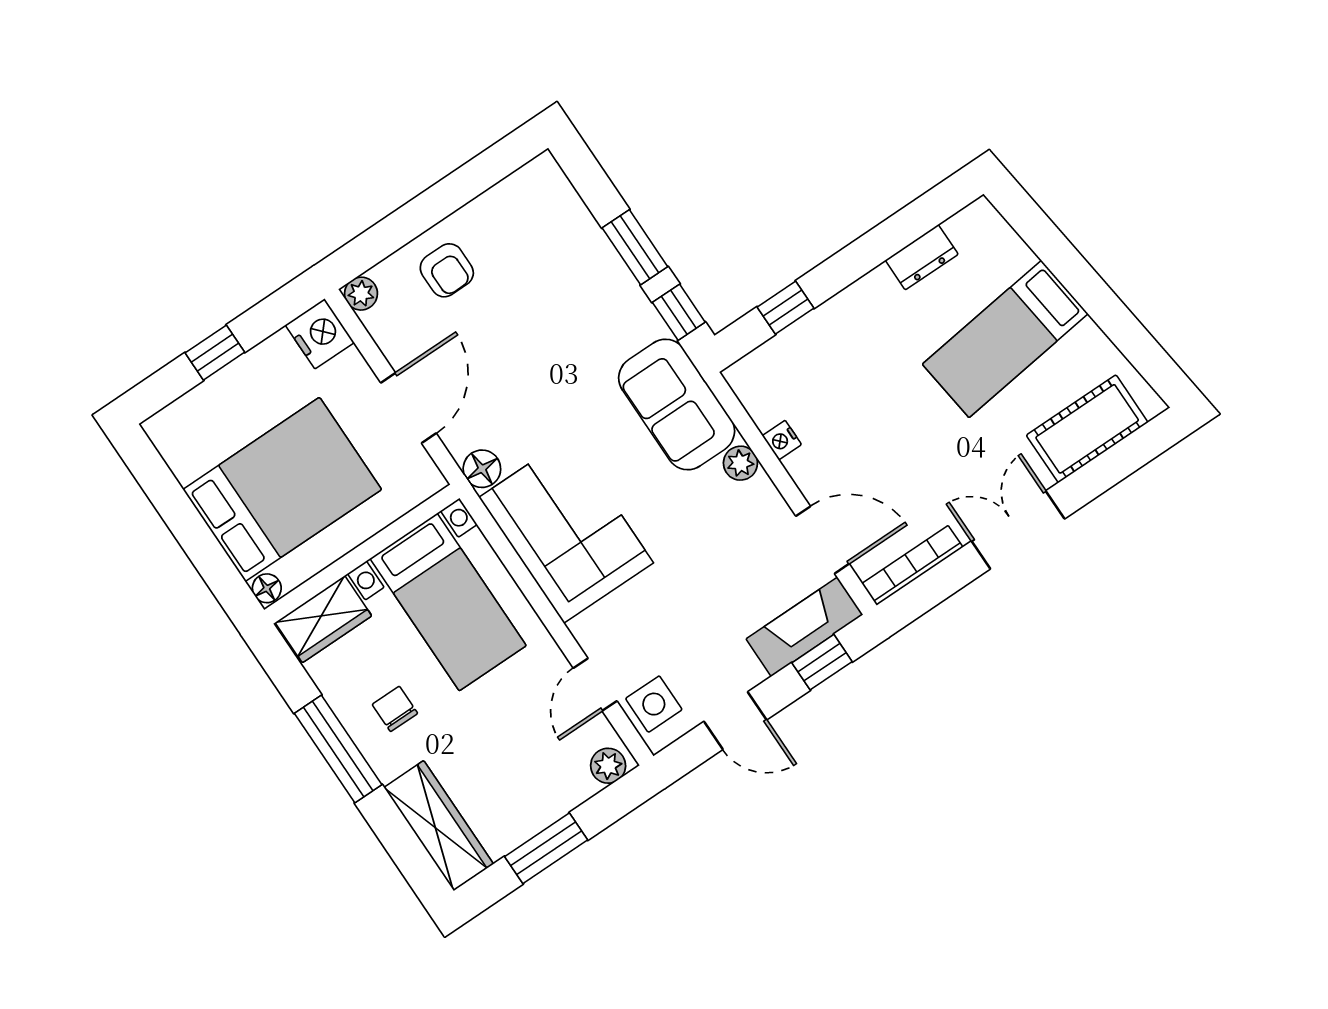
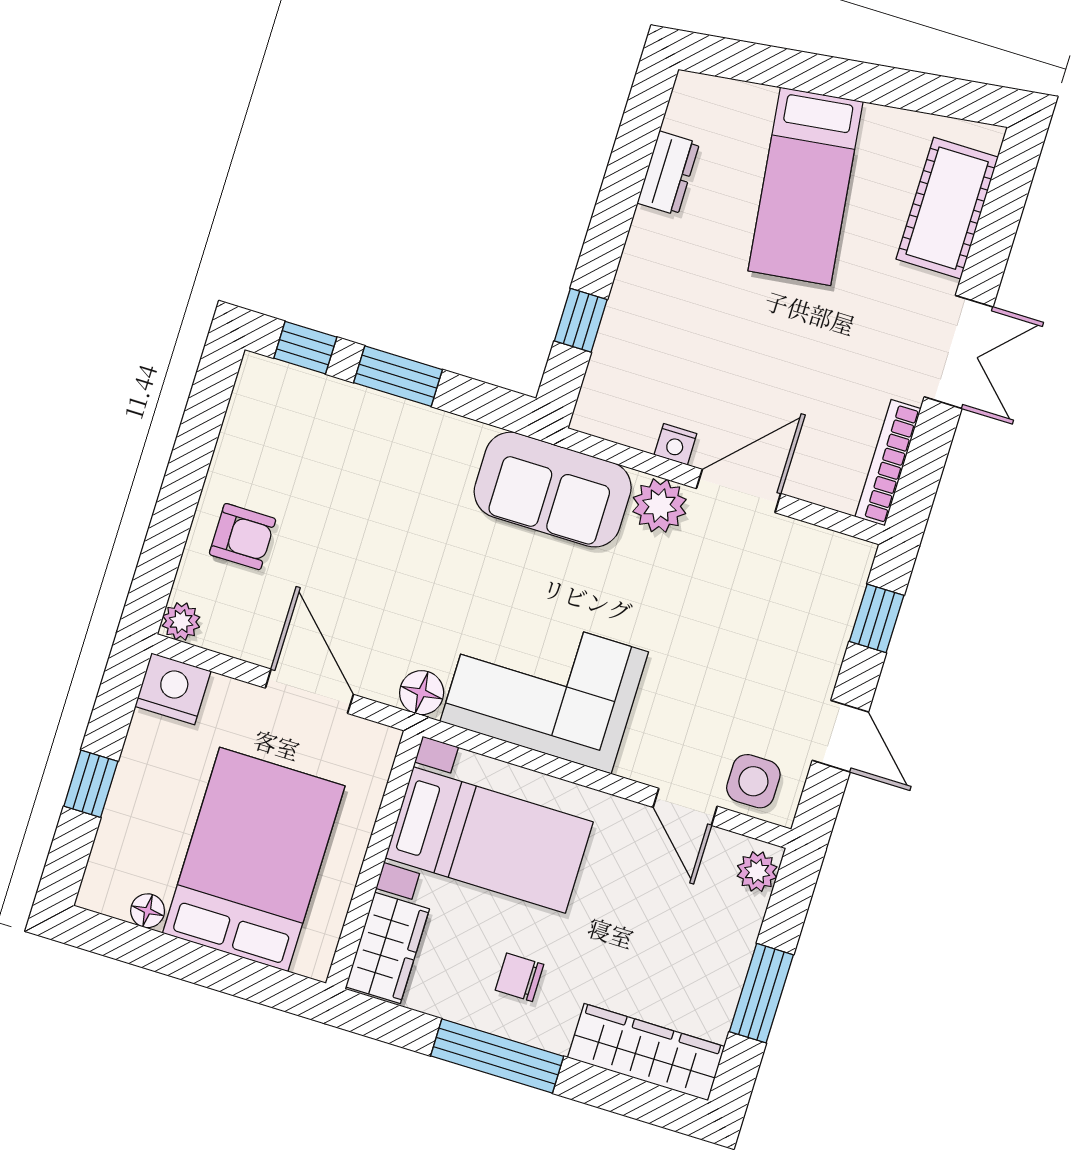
window: (679, 312) -> (305, 348), moved
plant: (740, 463) -> (660, 506), width x1.38, depth x1.38
double door: (1018, 530) -> (959, 352), swing flipped
door: (823, 540) -> (739, 491), moved
floor lamp: (267, 588) -> (148, 911), moved
fireplace: (804, 627) -> (834, 599), removed
door: (735, 721) -> (840, 736), hinge flipped

